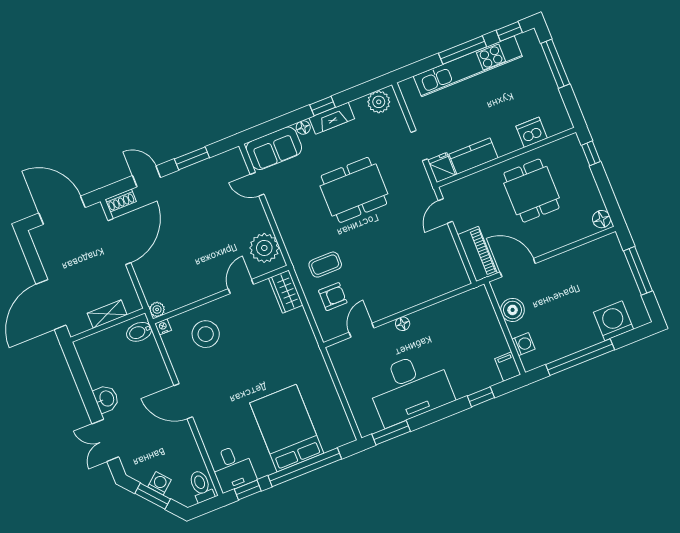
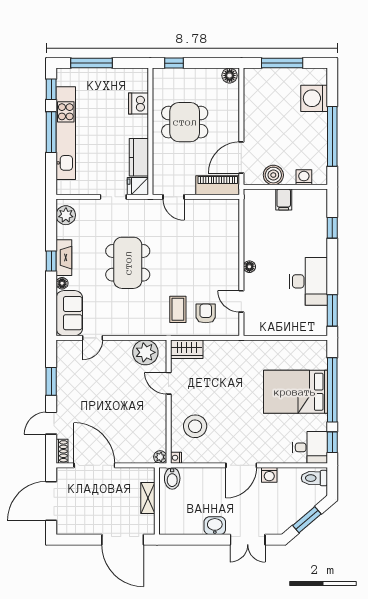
filing cabinet: (508, 367) -> (284, 199), moved, turned -90
desk: (410, 388) -> (308, 281), width x0.73, depth x0.77
washing machine: (160, 483) -> (269, 475), moved, turned -139

